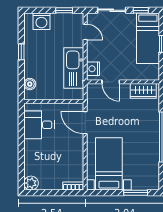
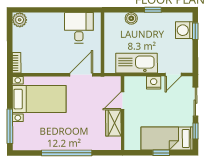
window: (64, 10) -> (195, 31), moved
nightstand: (93, 69) -> (154, 83), moved
boiler: (30, 84) -> (131, 18), moved
wardrobe: (143, 91) -> (113, 123), moved
window: (136, 193) -> (10, 126), width x1.44

